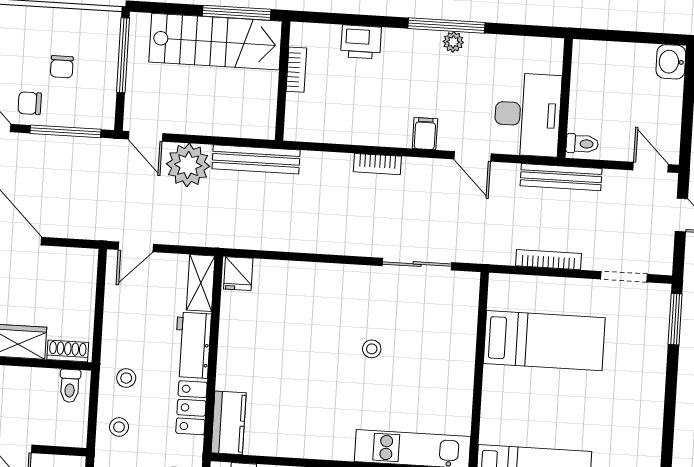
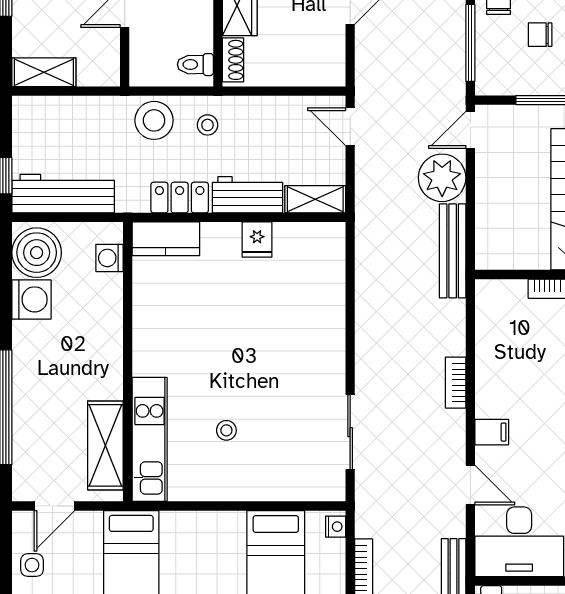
door: (472, 156) -> (470, 485), swing flipped
fridge: (238, 274) -> (257, 240), moved, turned -90
nightstand: (503, 283) -> (336, 527), added
stool: (372, 349) -> (226, 430), moved
stool: (119, 427) -> (154, 120), width x1.89, depth x1.89

